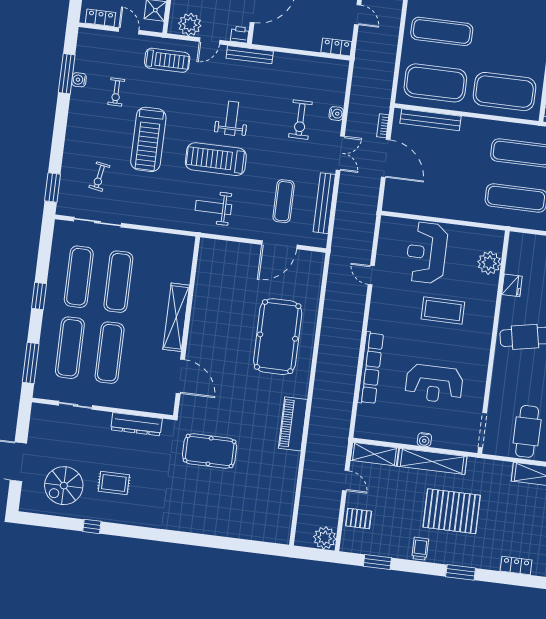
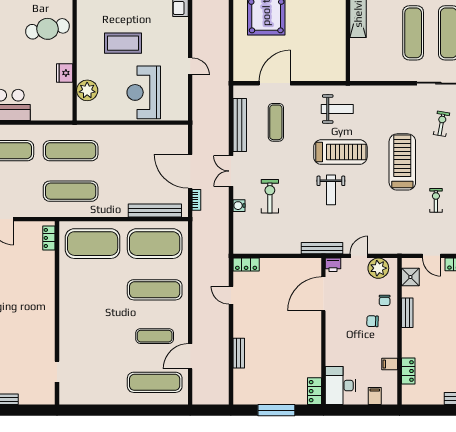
treadmill: (167, 60) -> (394, 234), removed
reception desk: (427, 253) -> (144, 92), turned 180

